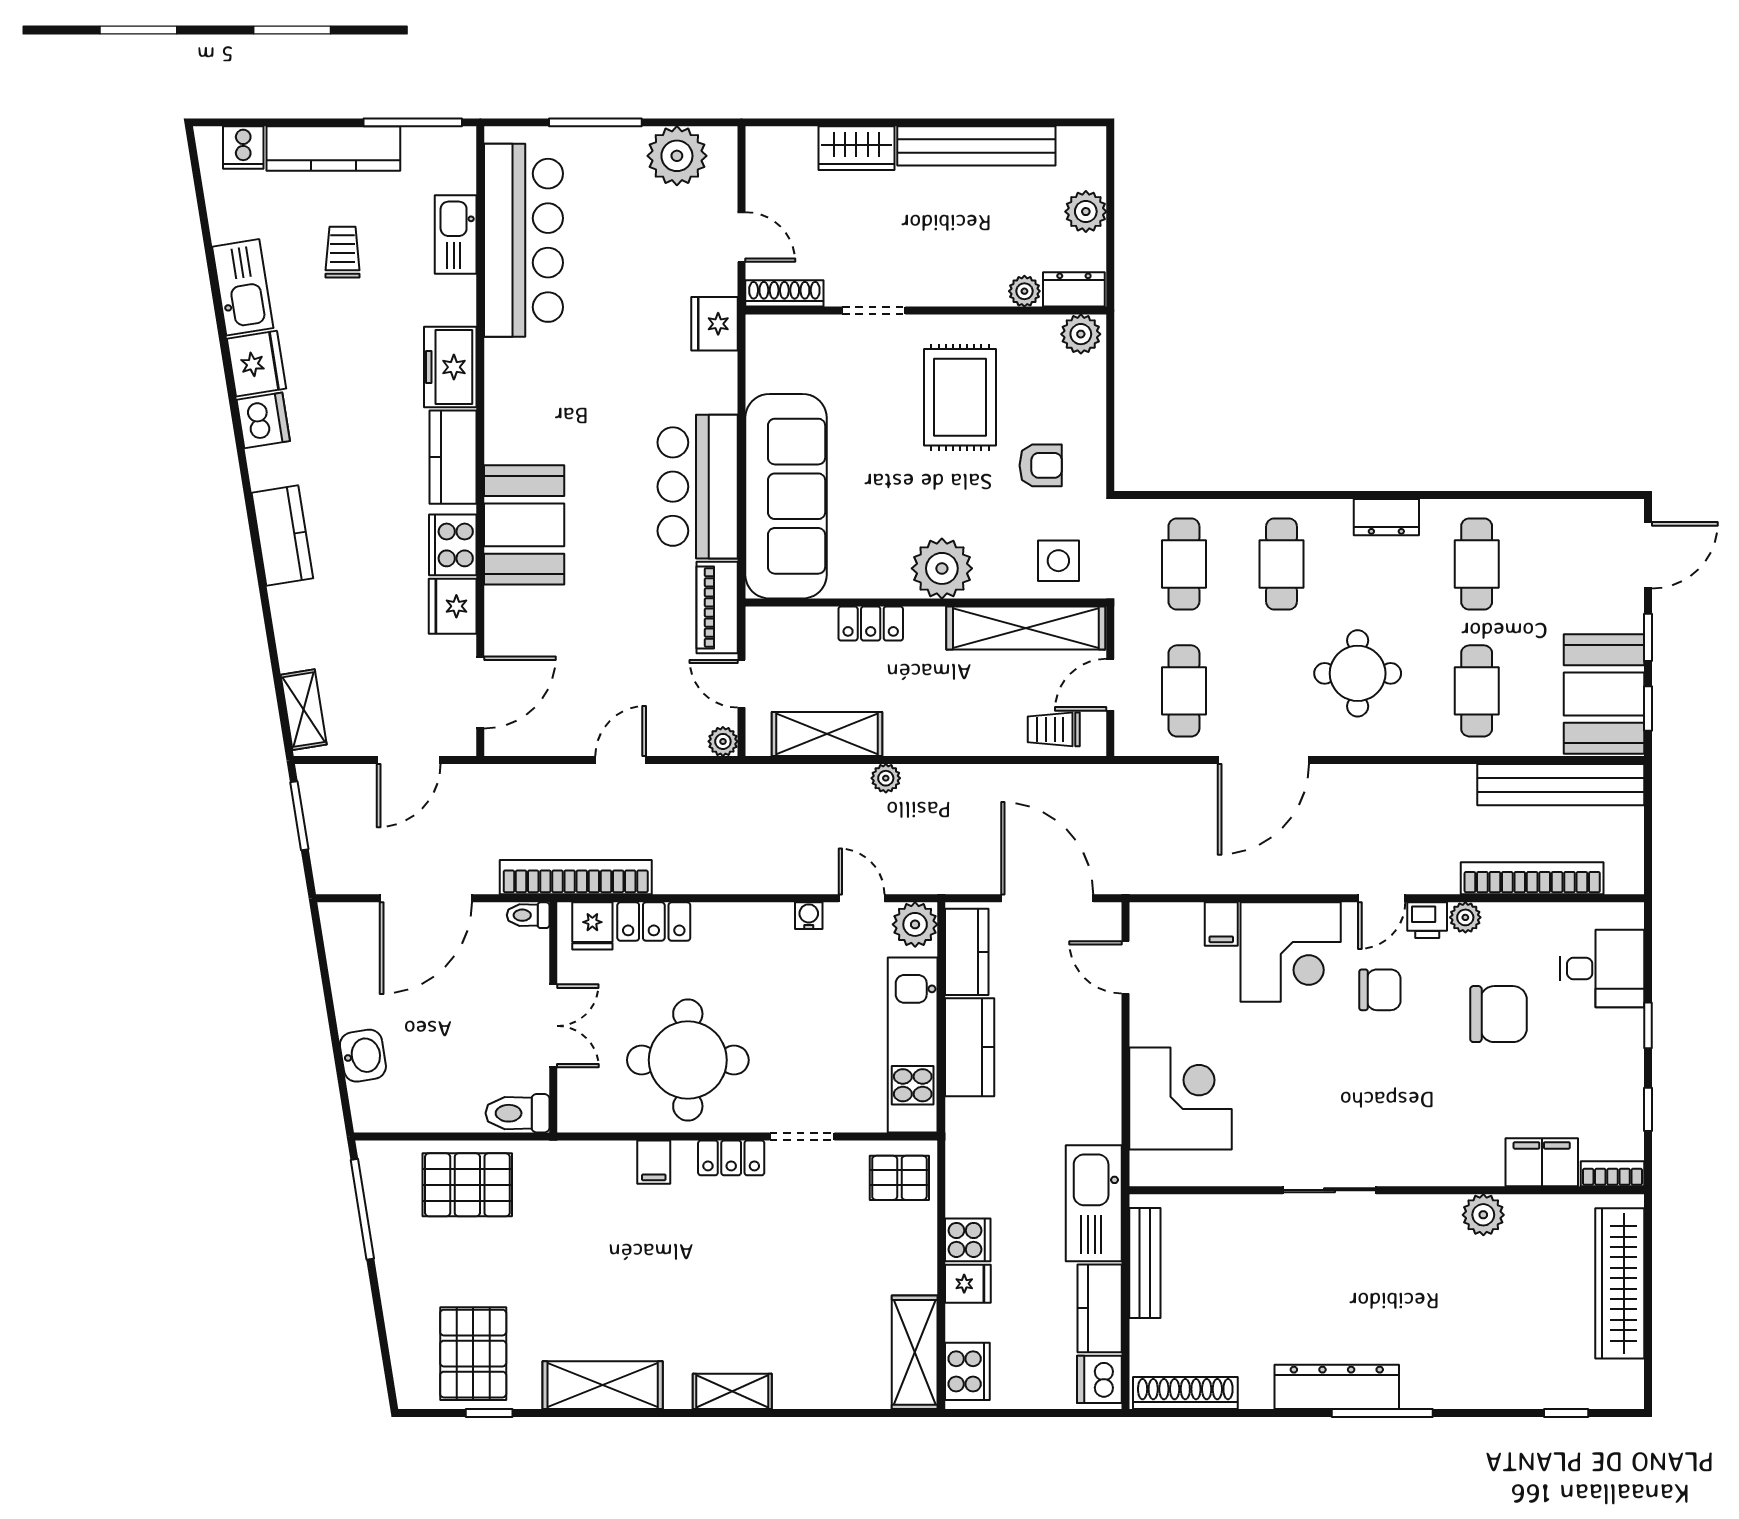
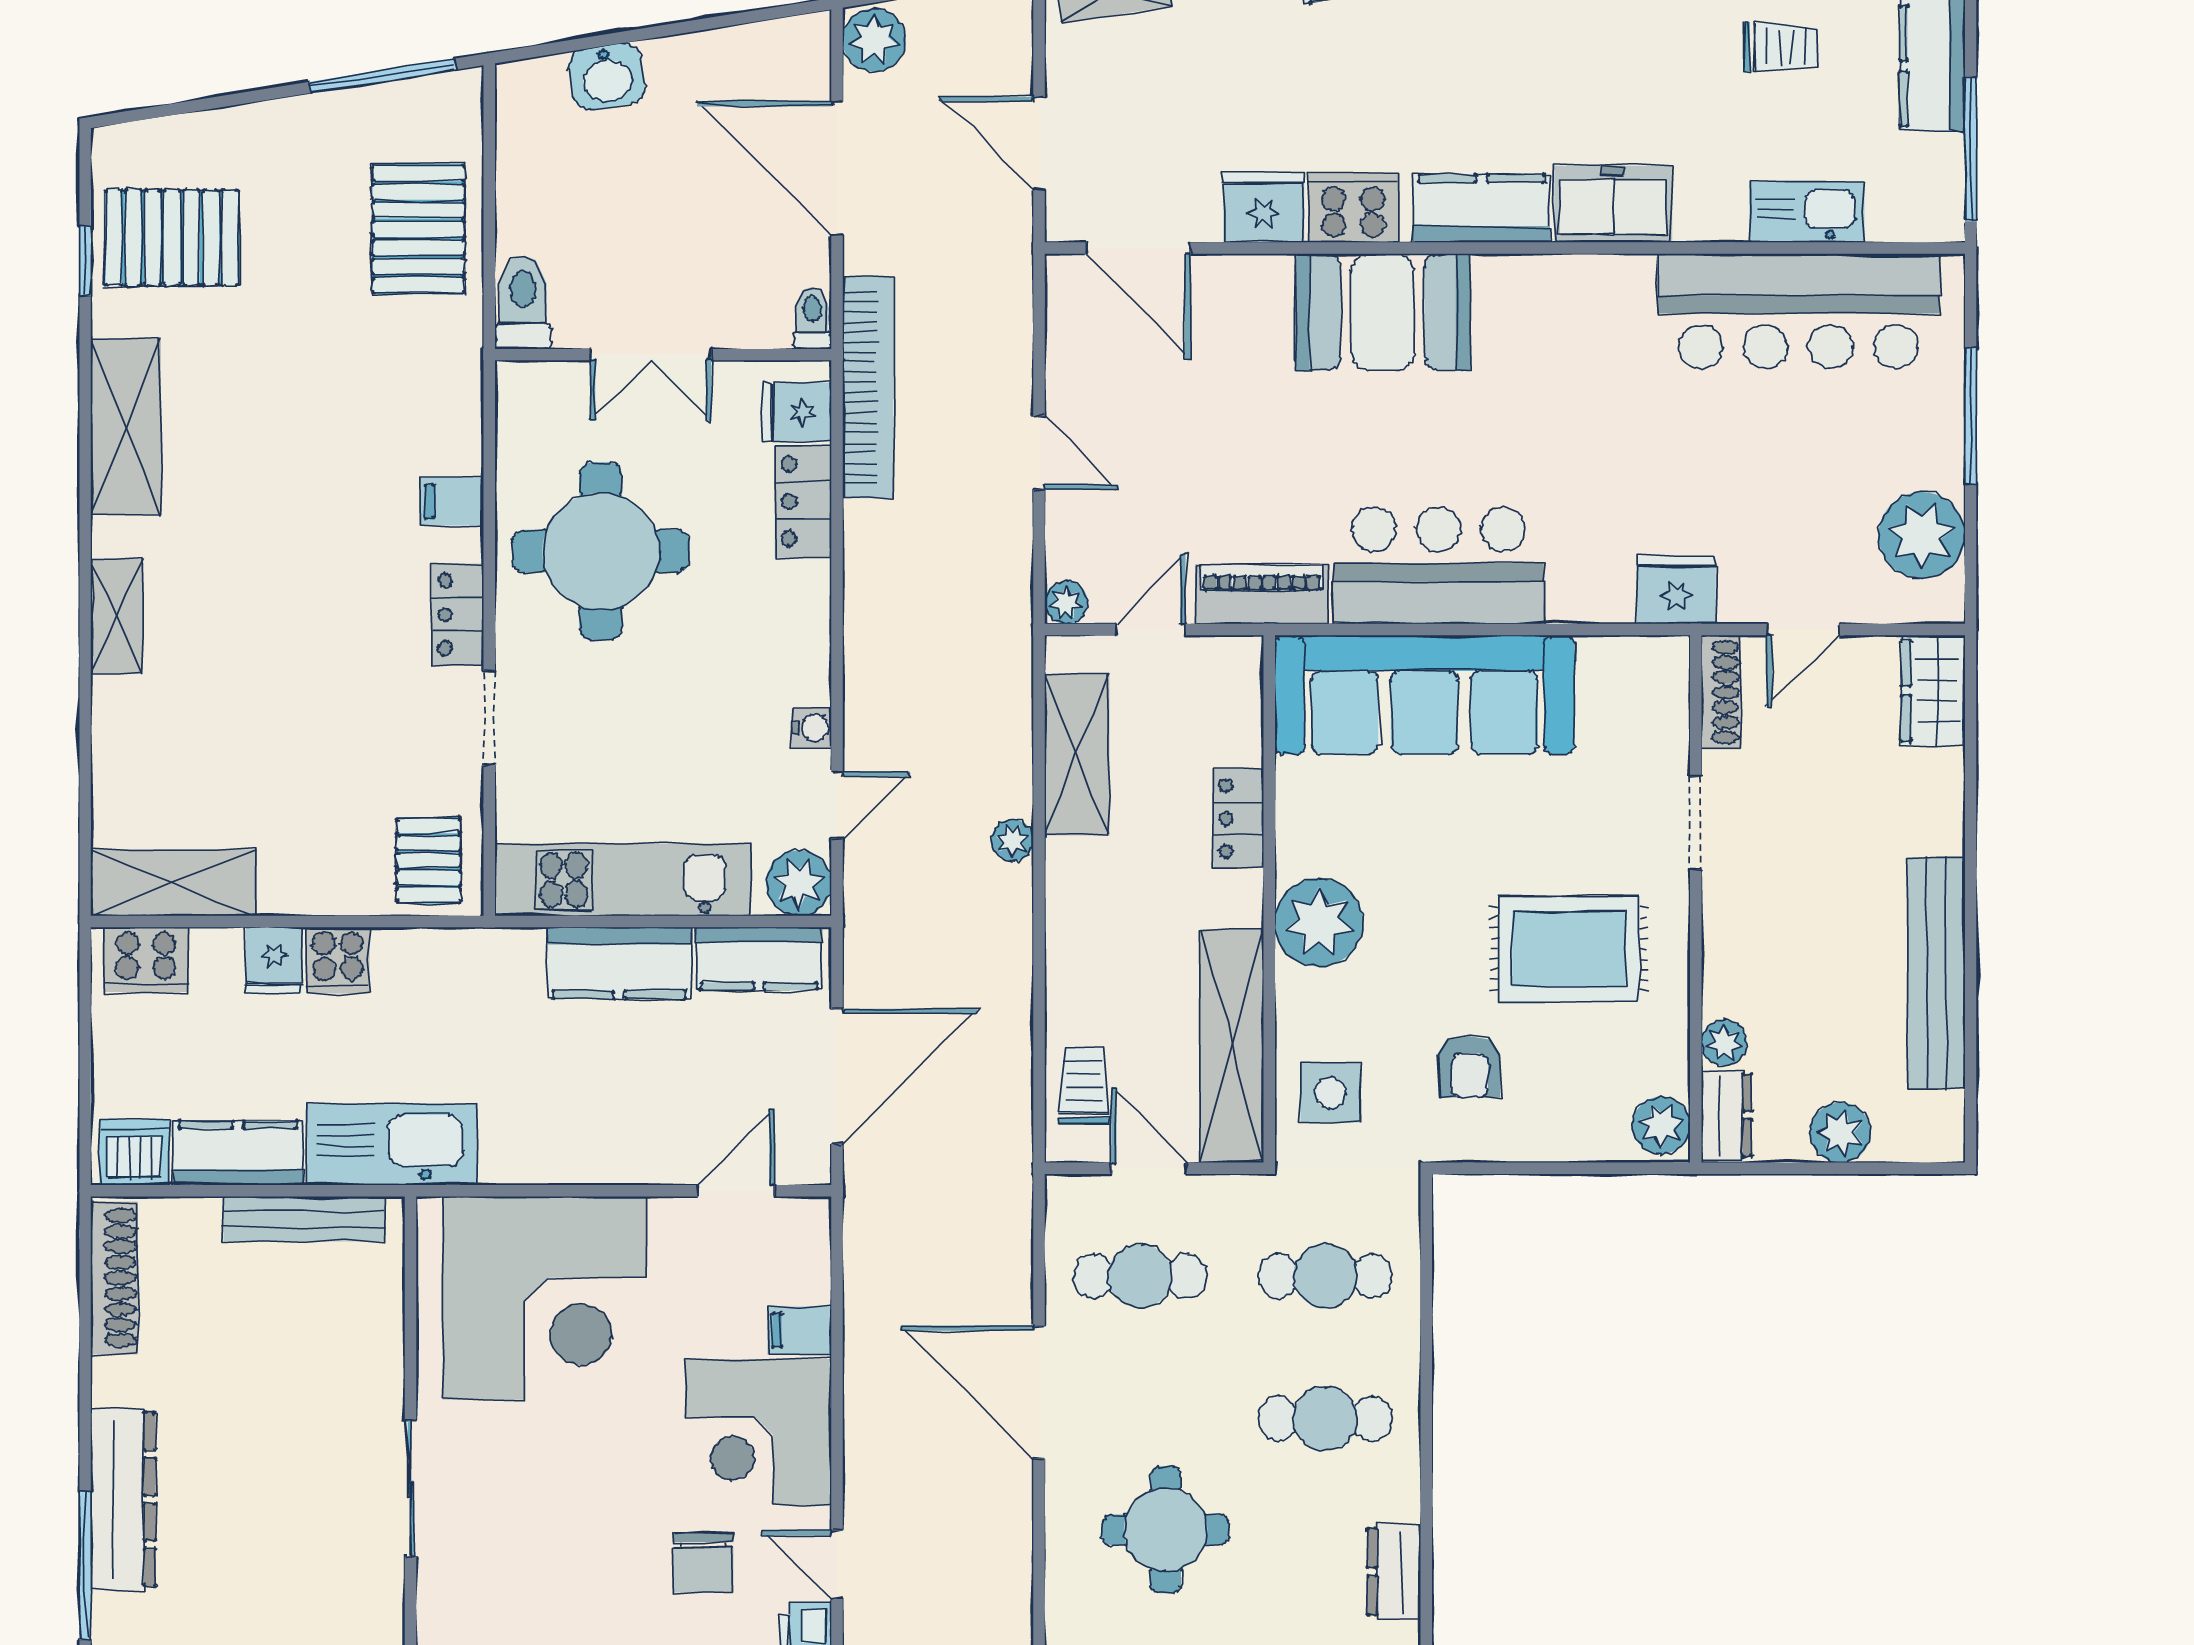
wardrobe: (856, 148) -> (1933, 691), moved
plant: (338, 873) -> (874, 40), added
corner desk: (1181, 1099) -> (544, 1298), width x1.36, depth x1.36

